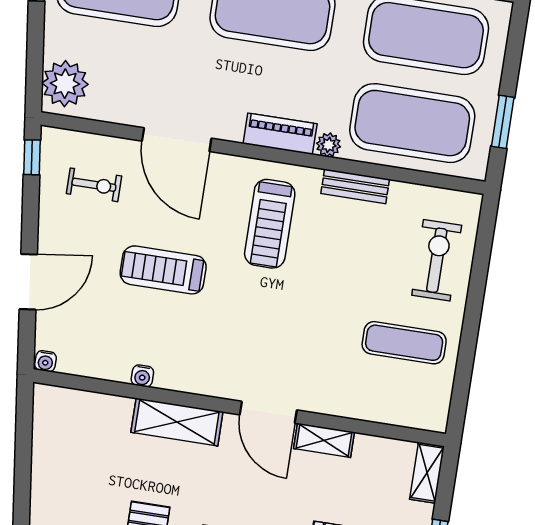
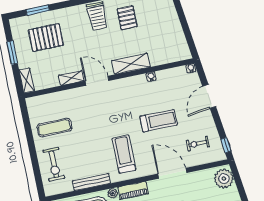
bench: (355, 186) -> (91, 182), width x1.36

